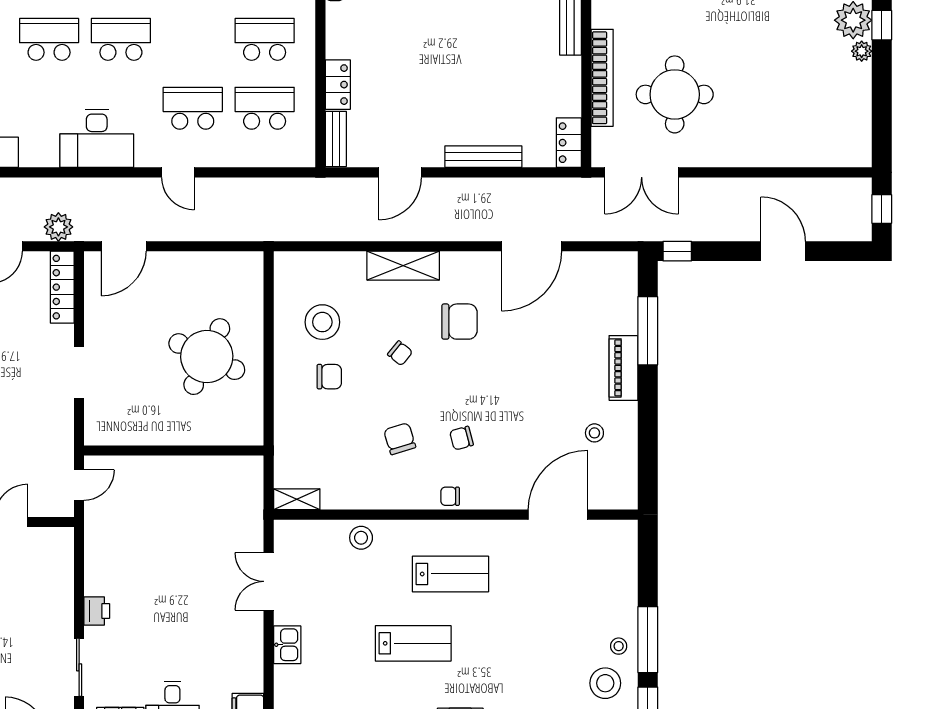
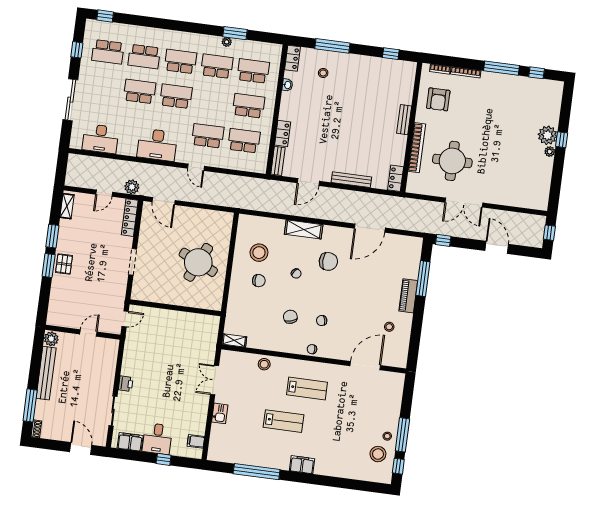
double door: (642, 172) -> (464, 203), moved
door: (124, 246) -> (164, 201), hinge flipped

